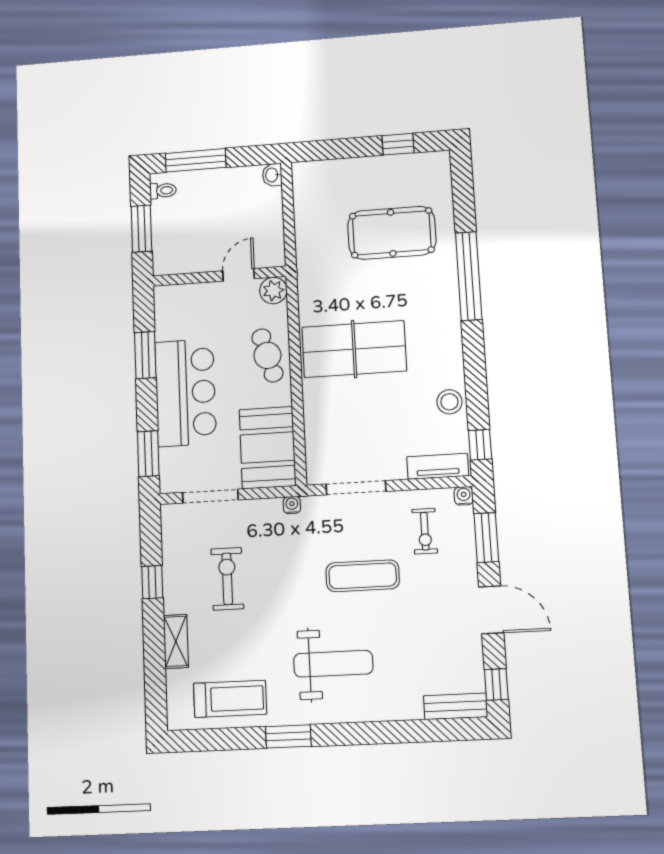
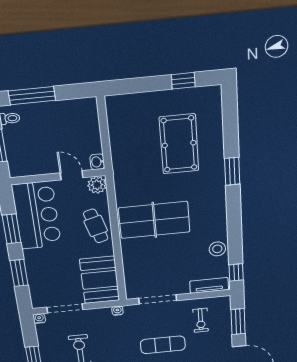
washbasin: (272, 175) -> (97, 162), moved
pool table: (392, 233) -> (179, 144), turned 90
door: (239, 275) -> (72, 175), hinge flipped
window: (469, 276) -> (232, 171), width x0.47
bar counter: (185, 393) -> (37, 215), moved
window: (148, 454) -> (19, 273), moved
water cooler: (464, 496) -> (39, 318), moved

